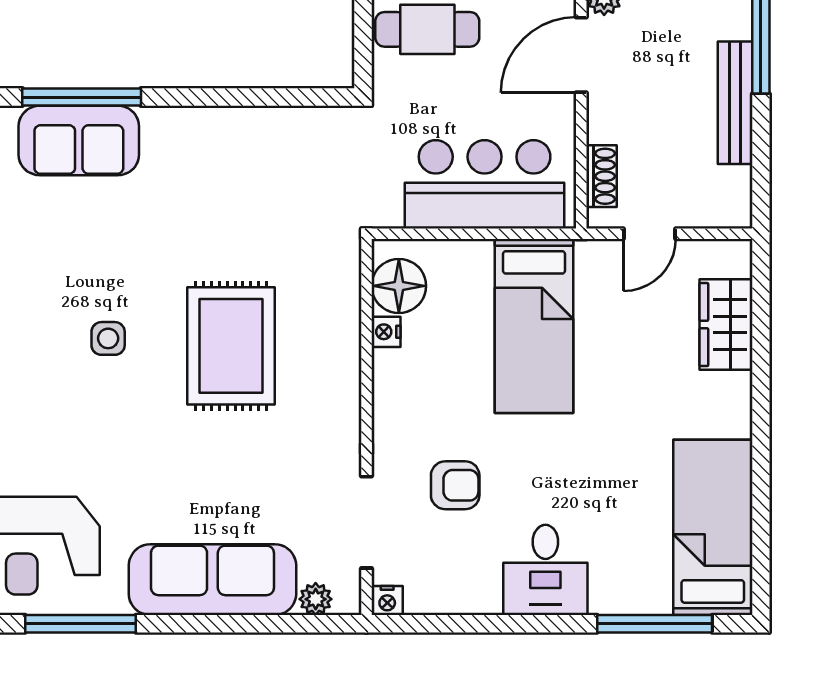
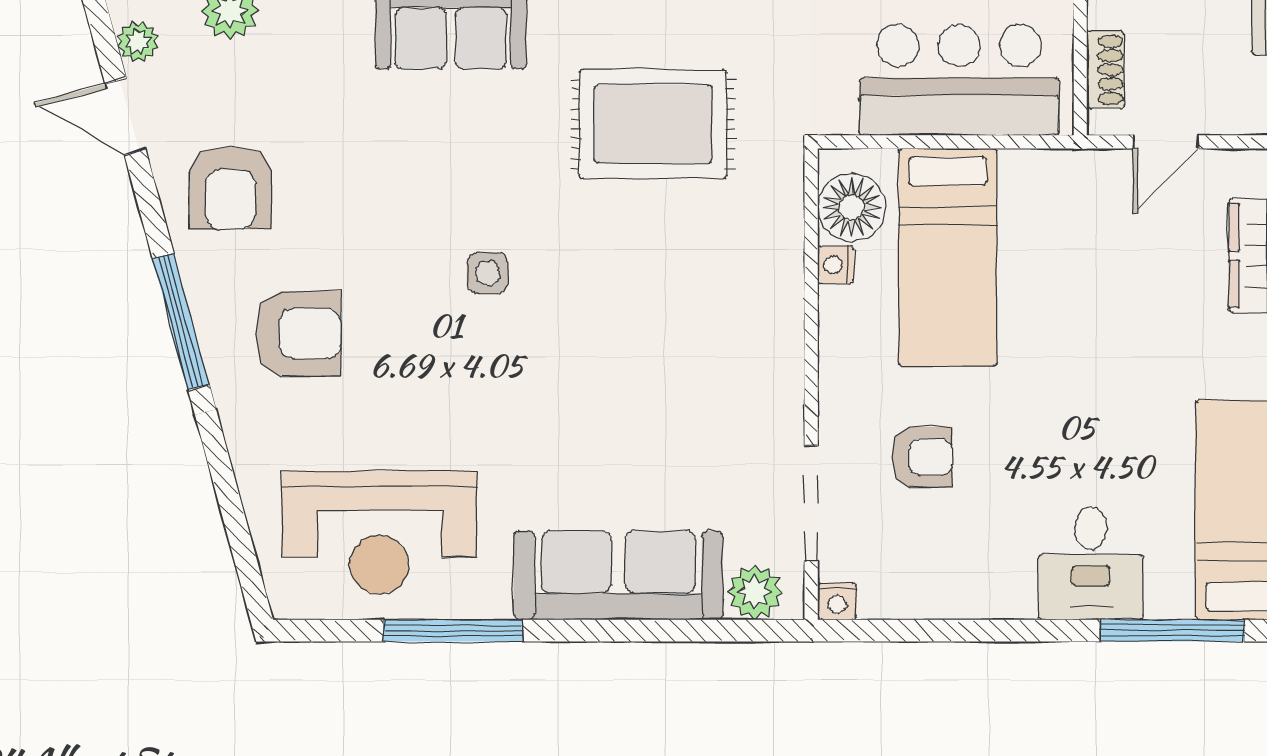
bed: (534, 326) -> (948, 257), moved
rug: (231, 346) -> (653, 124), moved, turned 90
desk: (545, 570) -> (1091, 563), moved
plant: (316, 599) -> (755, 592), width x1.38, depth x1.38

